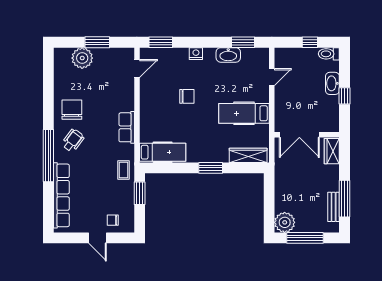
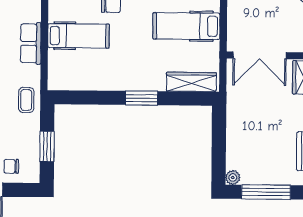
hospital bed: (163, 152) -> (78, 36), moved
window: (140, 193) -> (47, 146), moved
plant: (285, 222) -> (233, 177), width x0.53, depth x0.53

